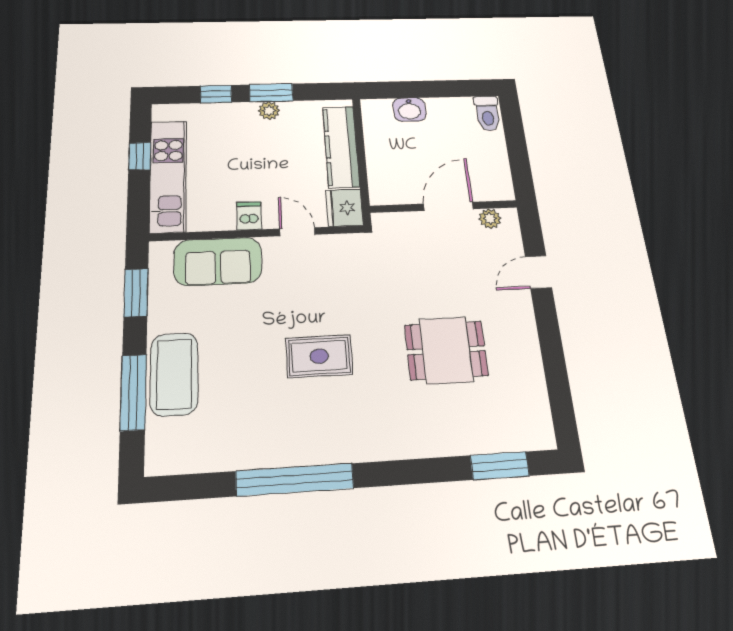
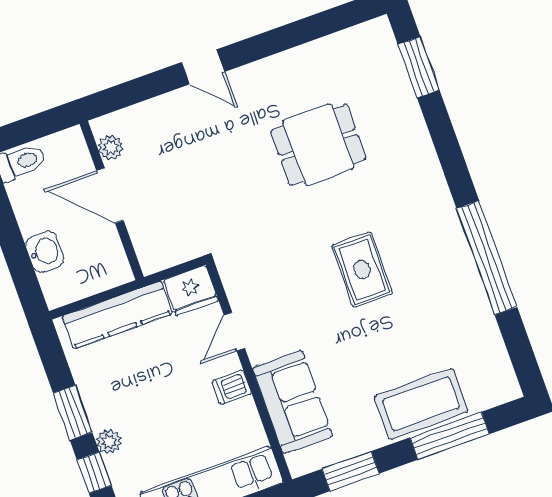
plant: (269, 111) -> (109, 442), moved
door: (448, 206) -> (110, 195), moved
wall: (444, 207) -> (112, 200), moved
plant: (490, 219) -> (111, 147), moved
dining table: (446, 350) -> (318, 145), turned 90

